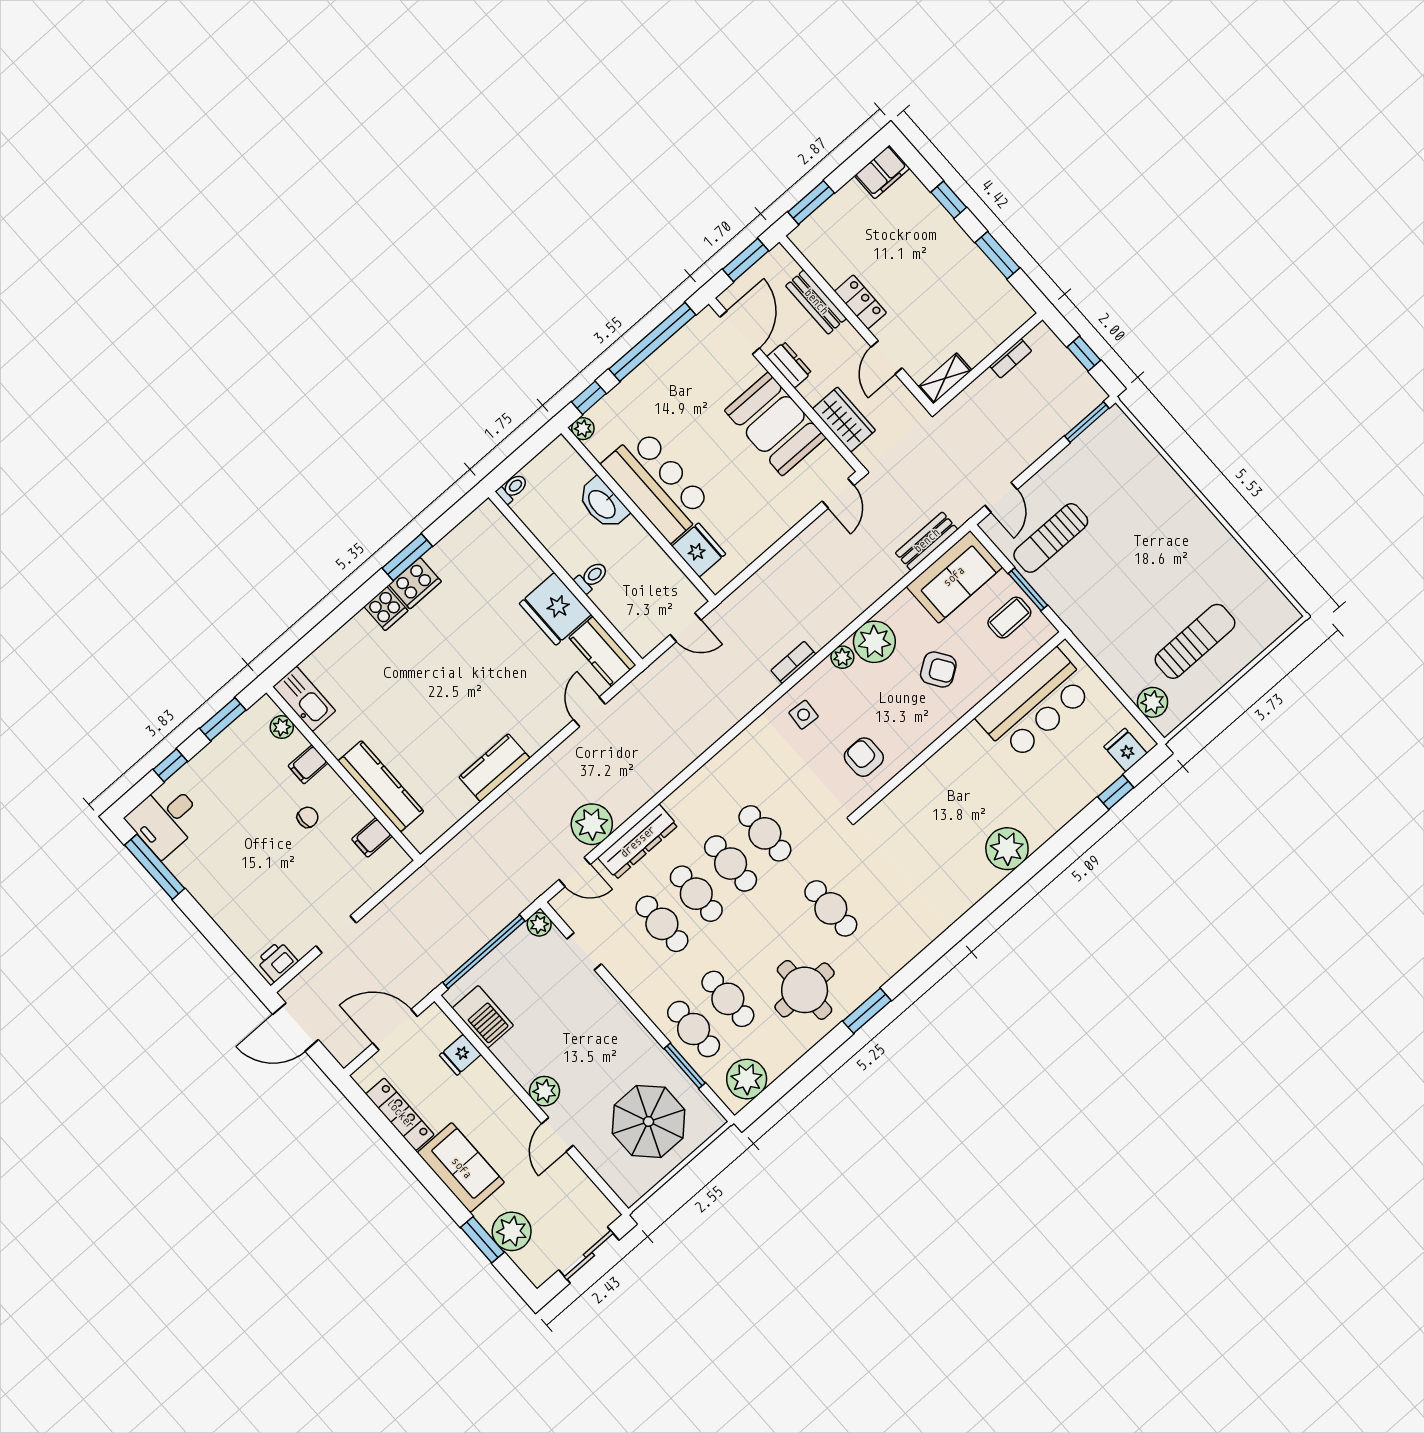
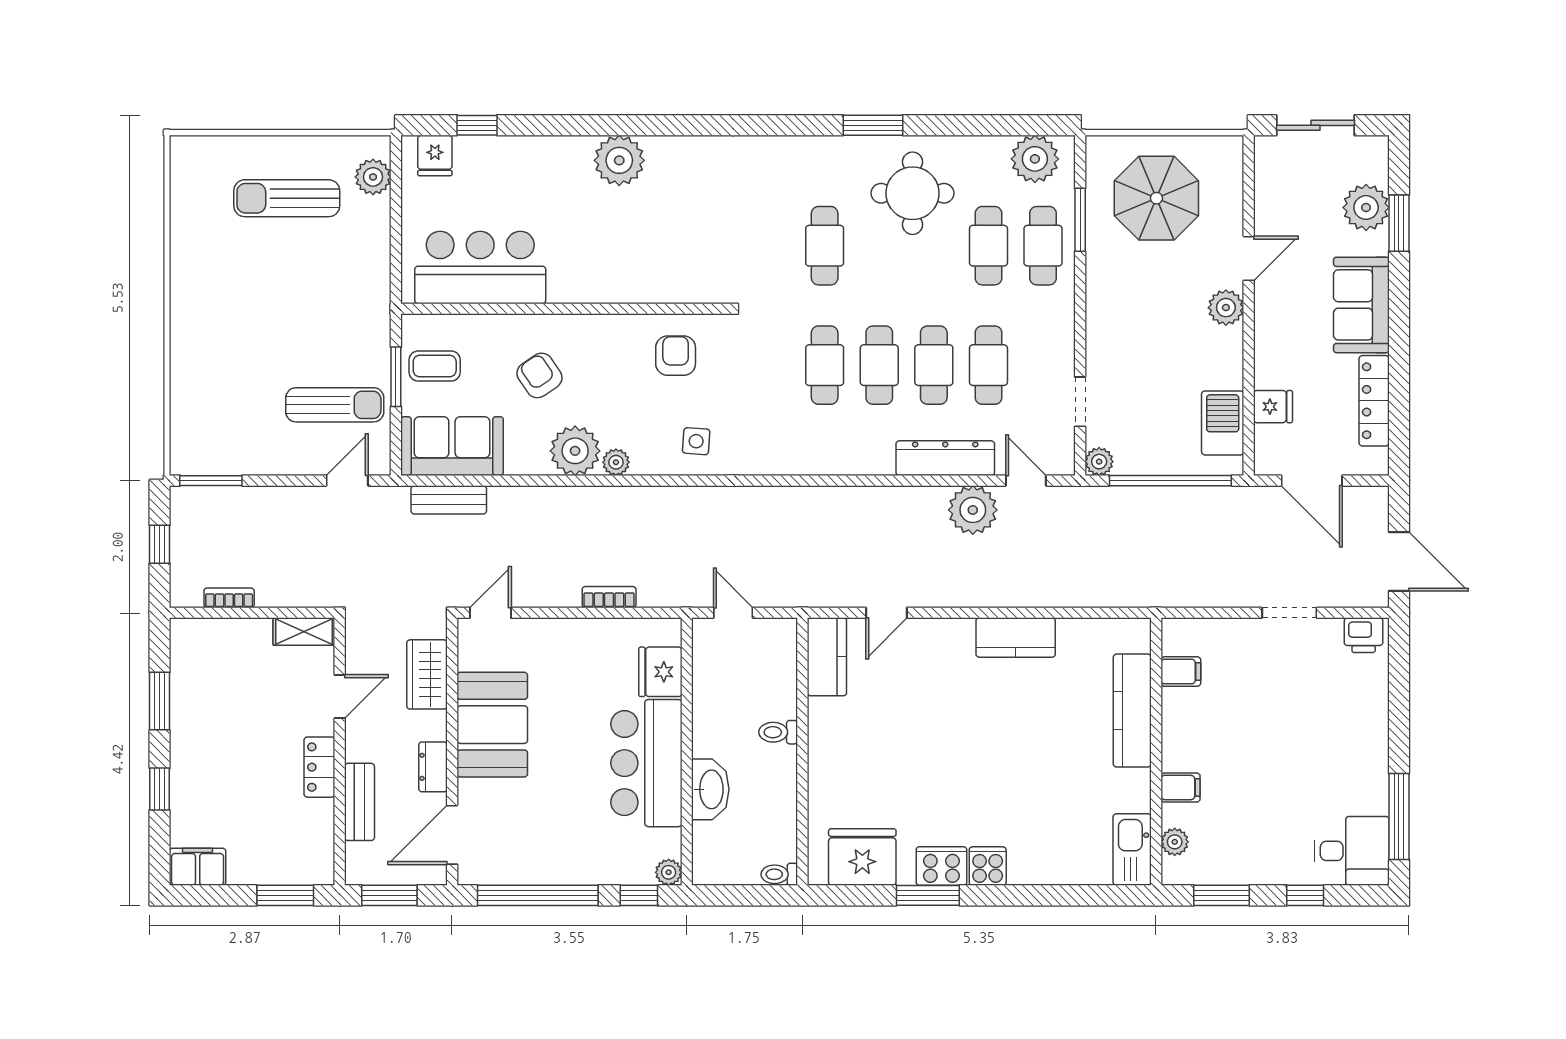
fridge: (555, 609) -> (862, 857), moved, turned -90
bookcase: (793, 662) -> (609, 597), moved, turned 180
armchair: (864, 757) -> (676, 356), turned 180
chair: (308, 817) -> (1223, 740), removed

